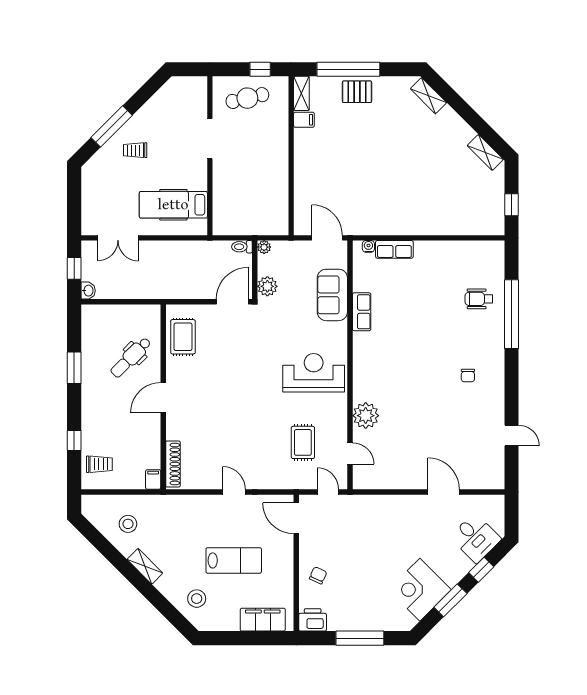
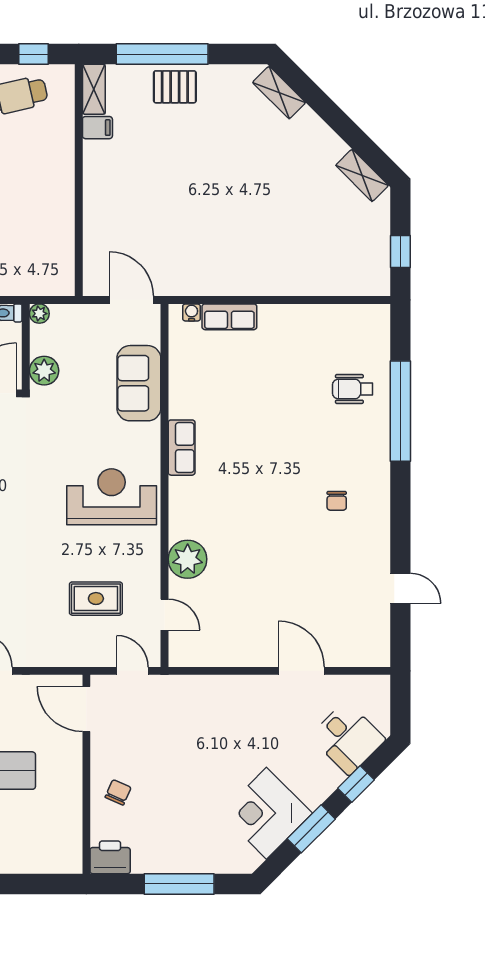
row of seats: (362, 312) -> (182, 448), moved
rug: (303, 442) -> (96, 599), turned 90
filing cabinet: (263, 620) -> (37, 857), removed

